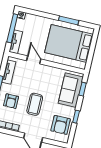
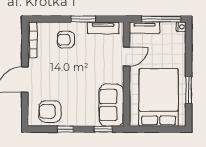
sofa: (71, 90) -> (111, 105), moved, turned -90
coffee table: (35, 104) -> (69, 71), removed

